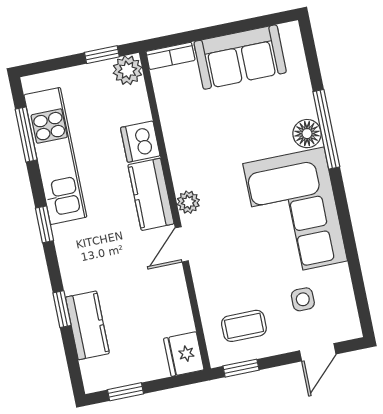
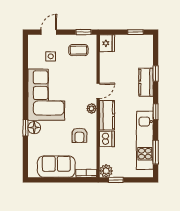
window: (326, 129) -> (25, 128), width x0.46
armchair: (203, 137) -> (79, 135), added
kitchen counter: (87, 325) -> (146, 82), moved

